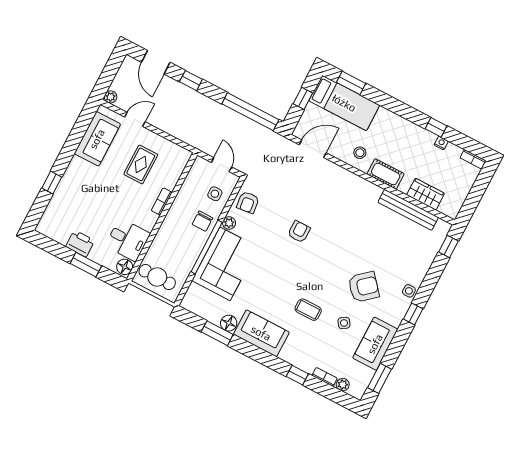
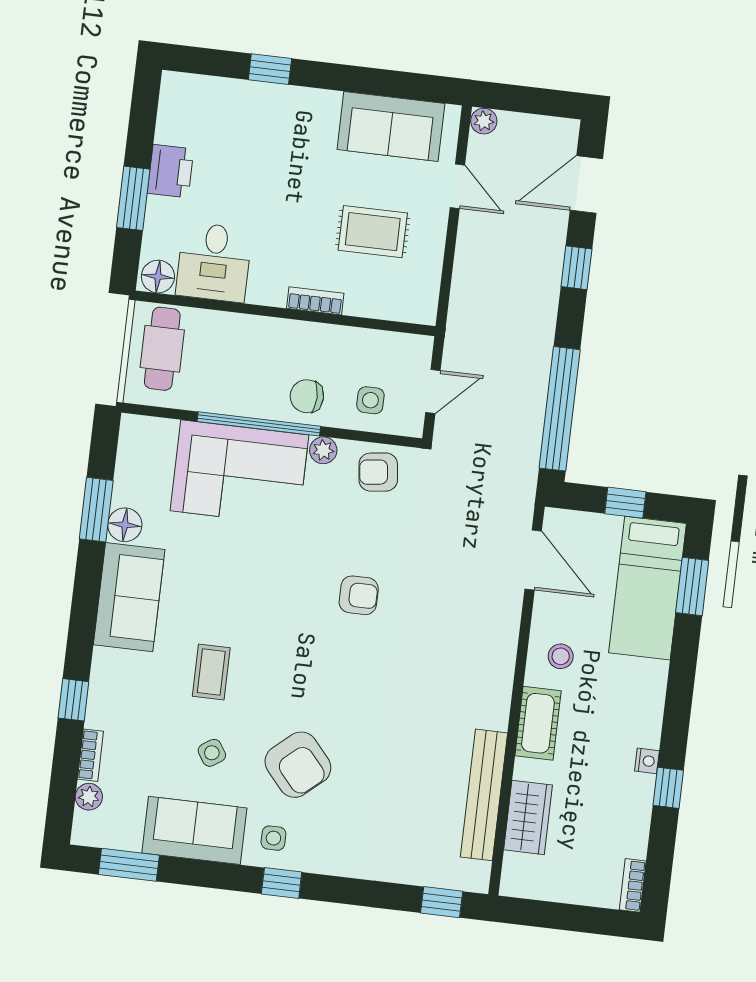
nightstand: (441, 143) -> (647, 761), moved
side table: (409, 291) -> (273, 838), moved

